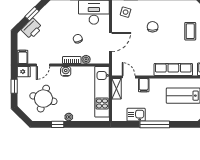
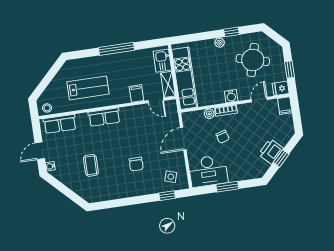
printer: (32, 29) -> (271, 151), moved
row of seats: (173, 69) -> (104, 117), width x0.68
kitchen sink: (136, 115) -> (162, 61), moved, turned 90

